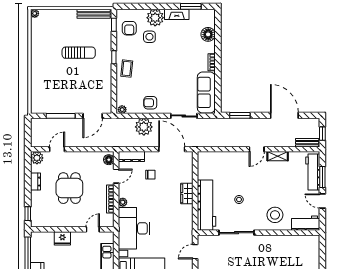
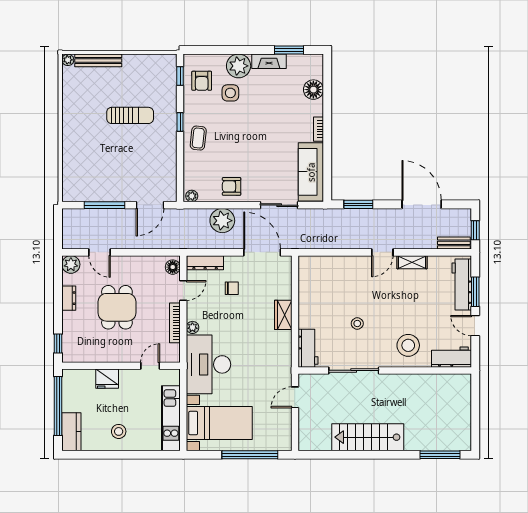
bench: (94, 14) -> (98, 60), moved
door: (57, 149) -> (99, 252), swing flipped
workbench: (206, 205) -> (308, 348), width x0.53, depth x0.76

